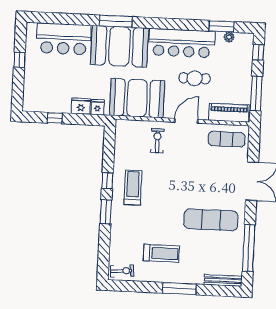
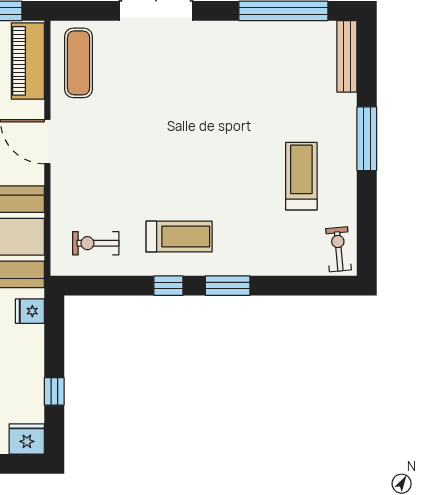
fridge: (81, 106) -> (27, 439), moved, turned 90
exercise bike: (157, 141) -> (96, 243), moved
treadmill: (133, 188) -> (179, 237), turned 180
exercise mat: (211, 220) -> (233, 85), removed

